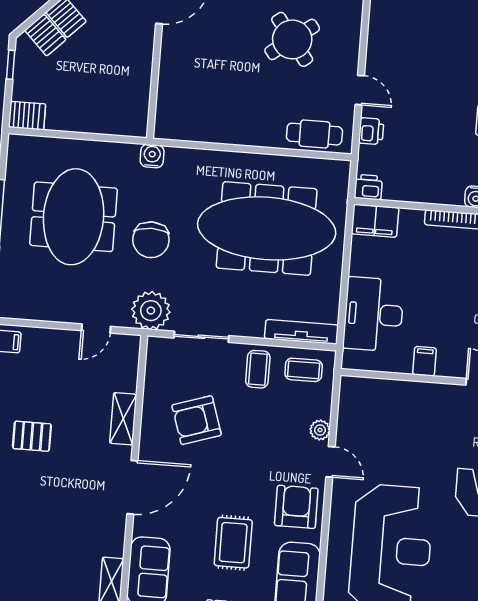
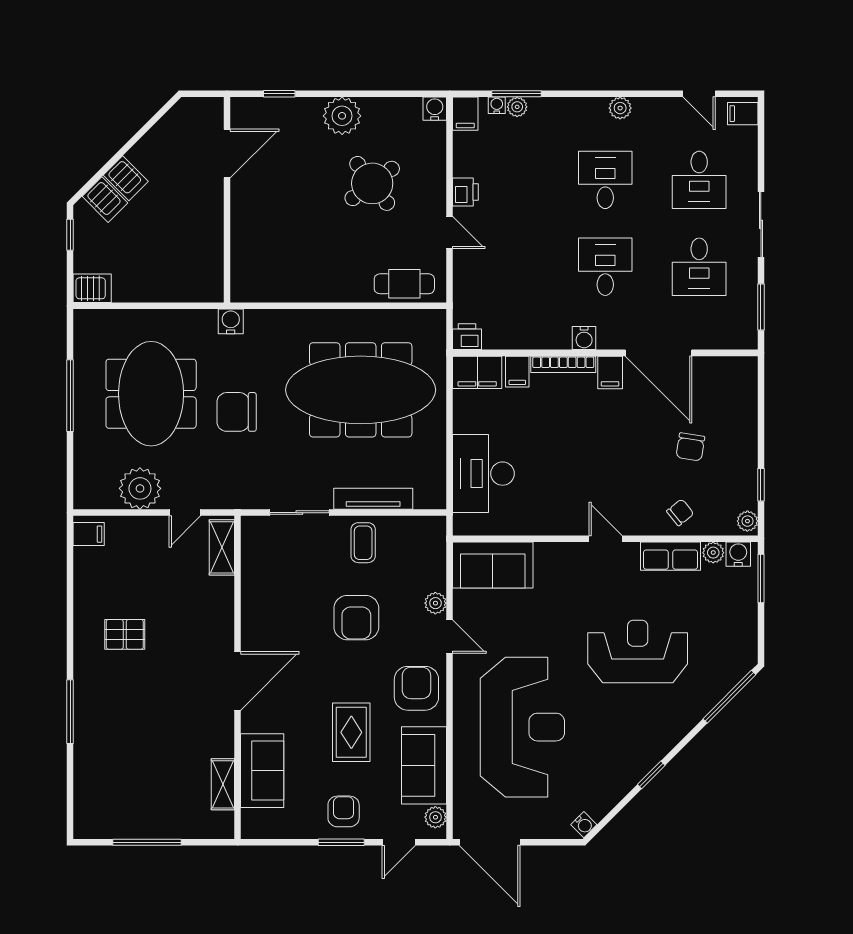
printer: (371, 131) -> (465, 192), moved
chair: (151, 240) -> (237, 412), turned 90
plant: (151, 311) -> (140, 488), moved
tv unit: (301, 332) -> (373, 499), moved
filing cabinet: (424, 361) -> (517, 372), moved, turned 180
coffee table: (304, 370) -> (413, 540), removed
sofa: (375, 399) -> (493, 565), added
shelving: (123, 419) -> (222, 547), moved
armchair: (197, 420) -> (356, 618), moved, turned -72

